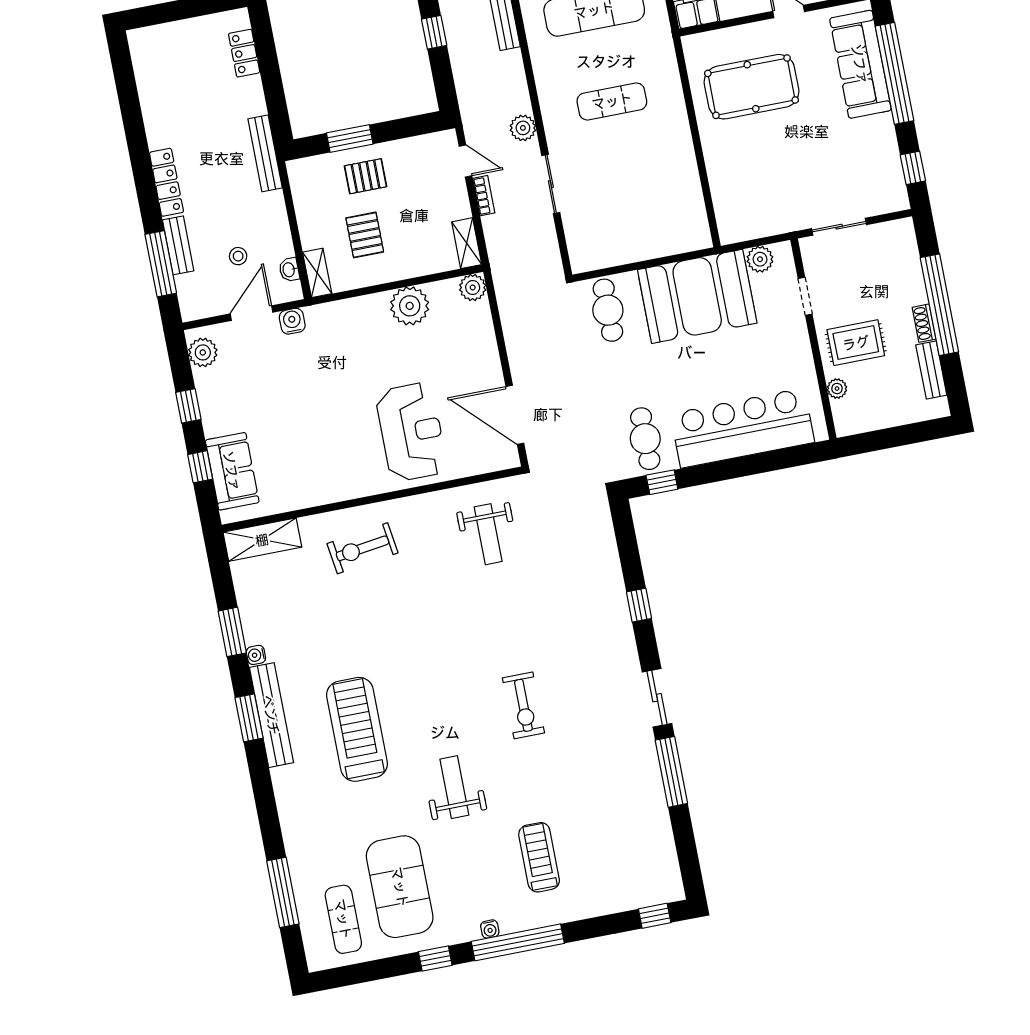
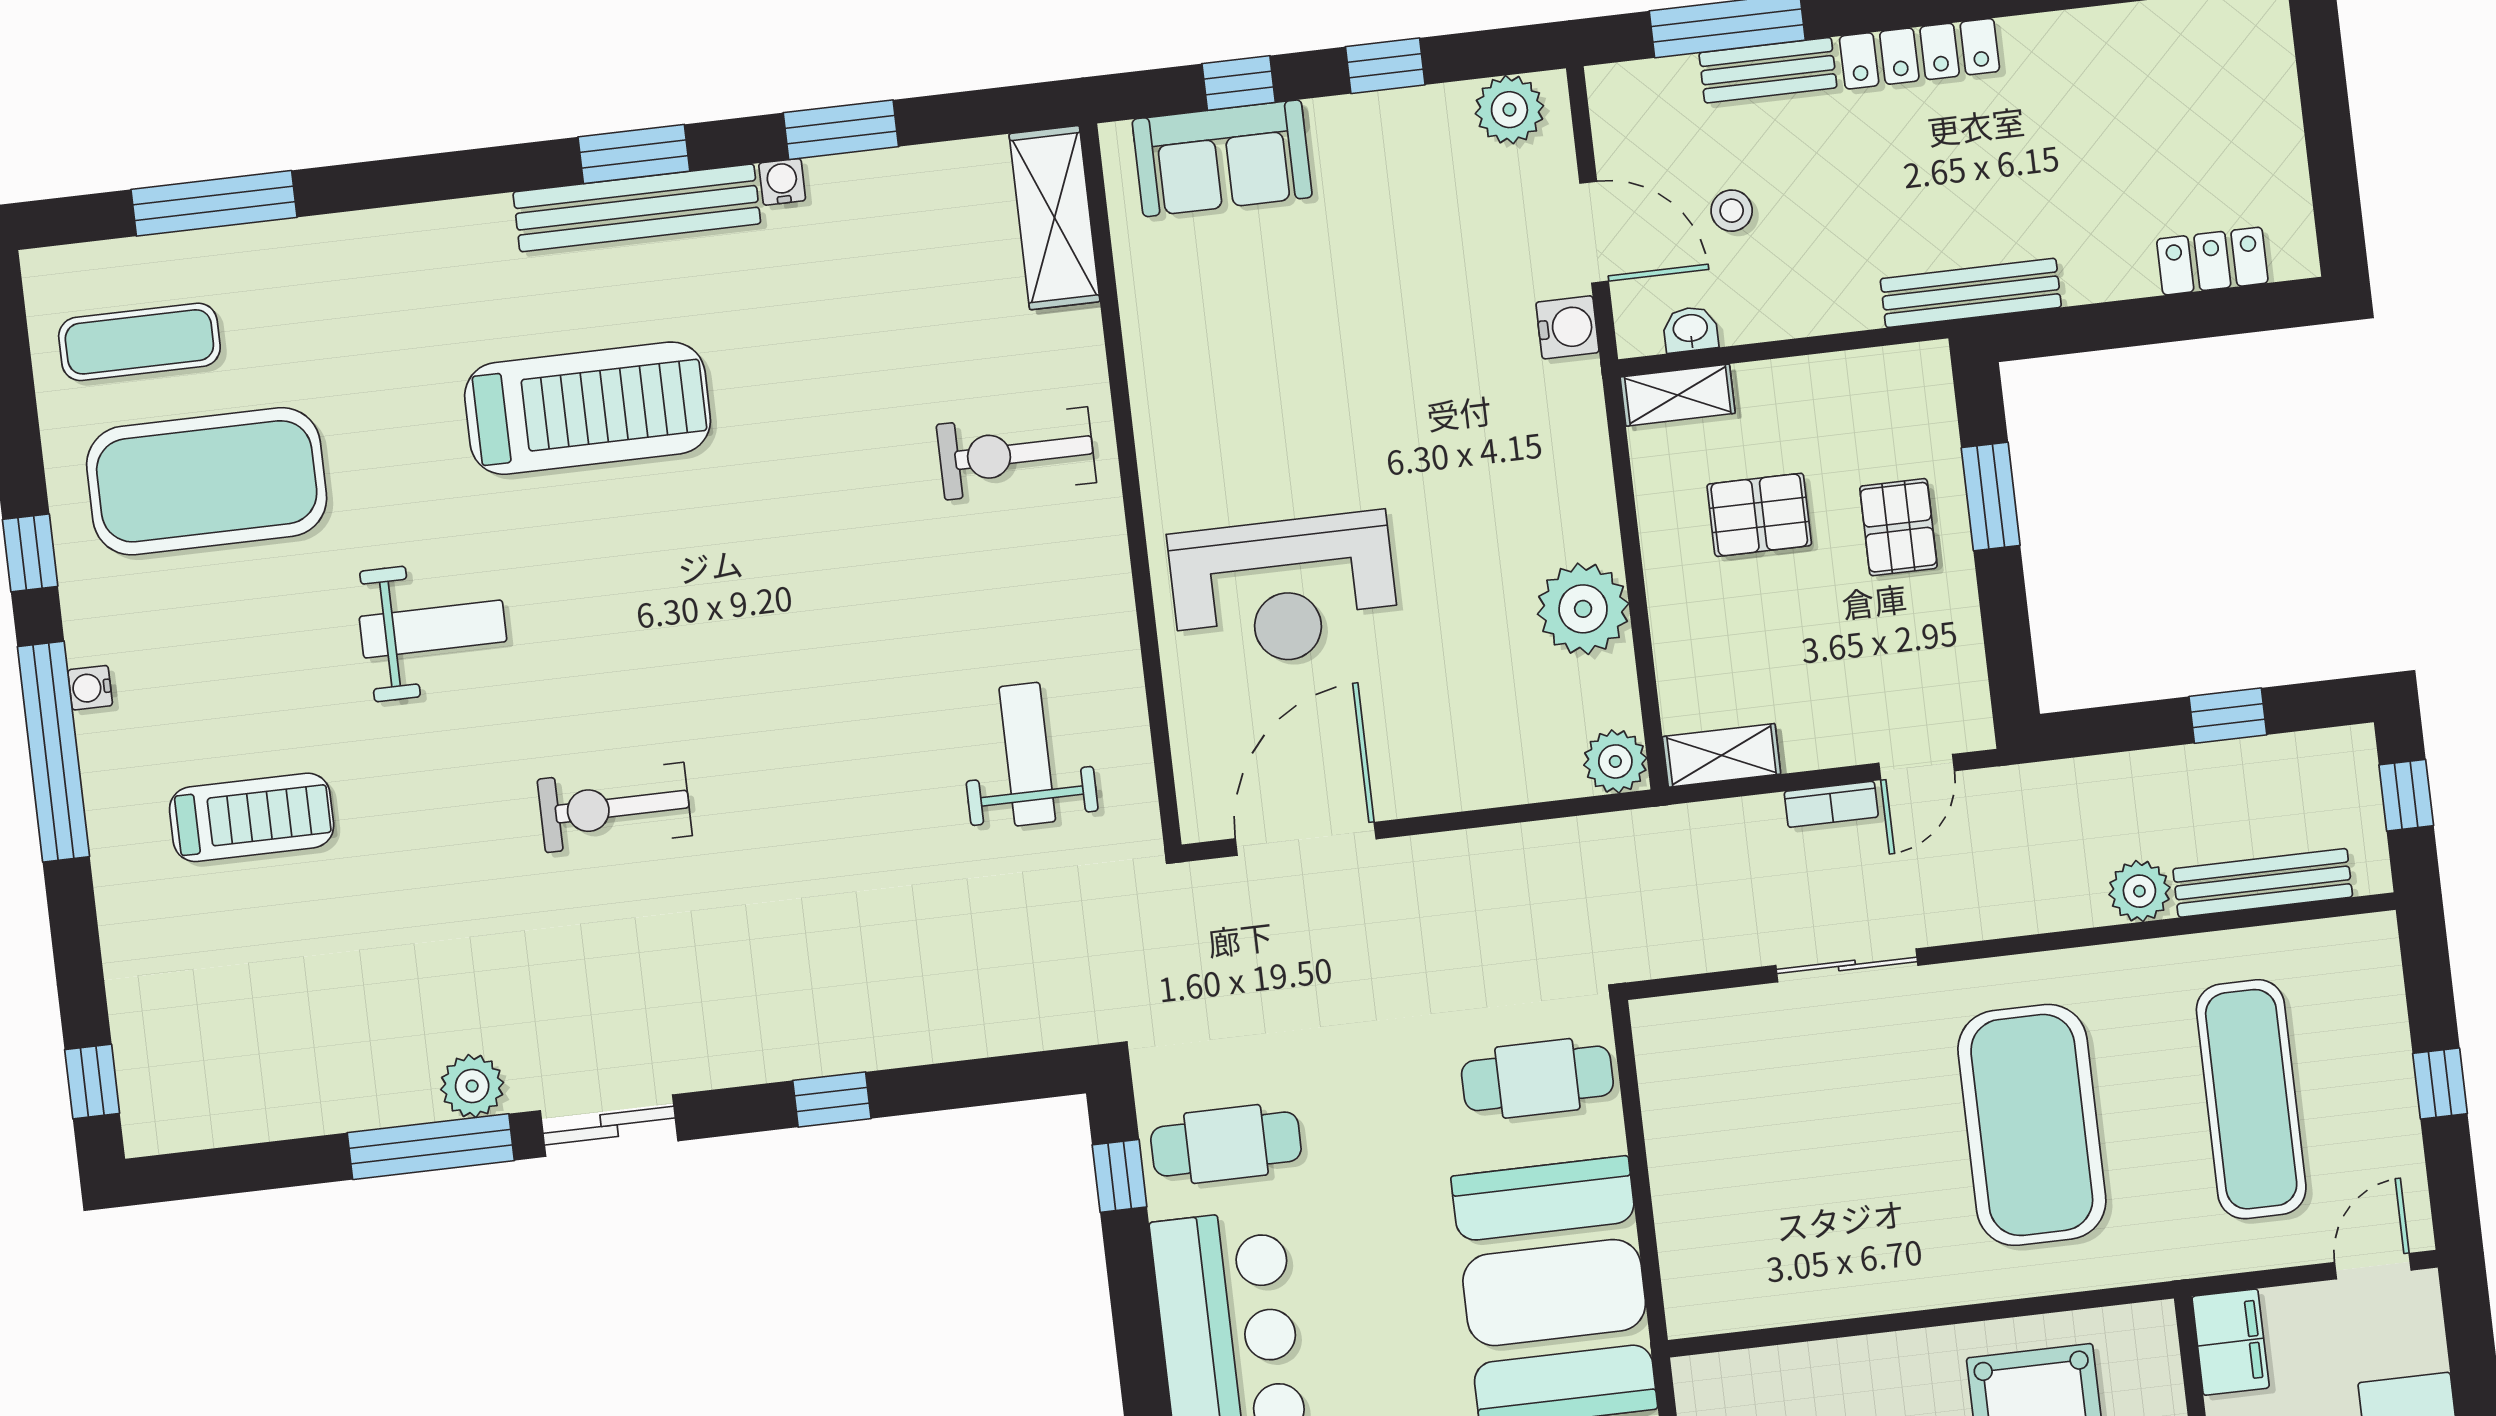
exercise mat: (612, 101) -> (2032, 1125), width x2.00, depth x1.45
plant: (523, 128) -> (2139, 891), moved
weight bench: (488, 534) -> (1027, 754), turned 90
exercise bike: (362, 548) -> (1016, 454), turned -82
plant: (645, 756) -> (472, 1086), added

